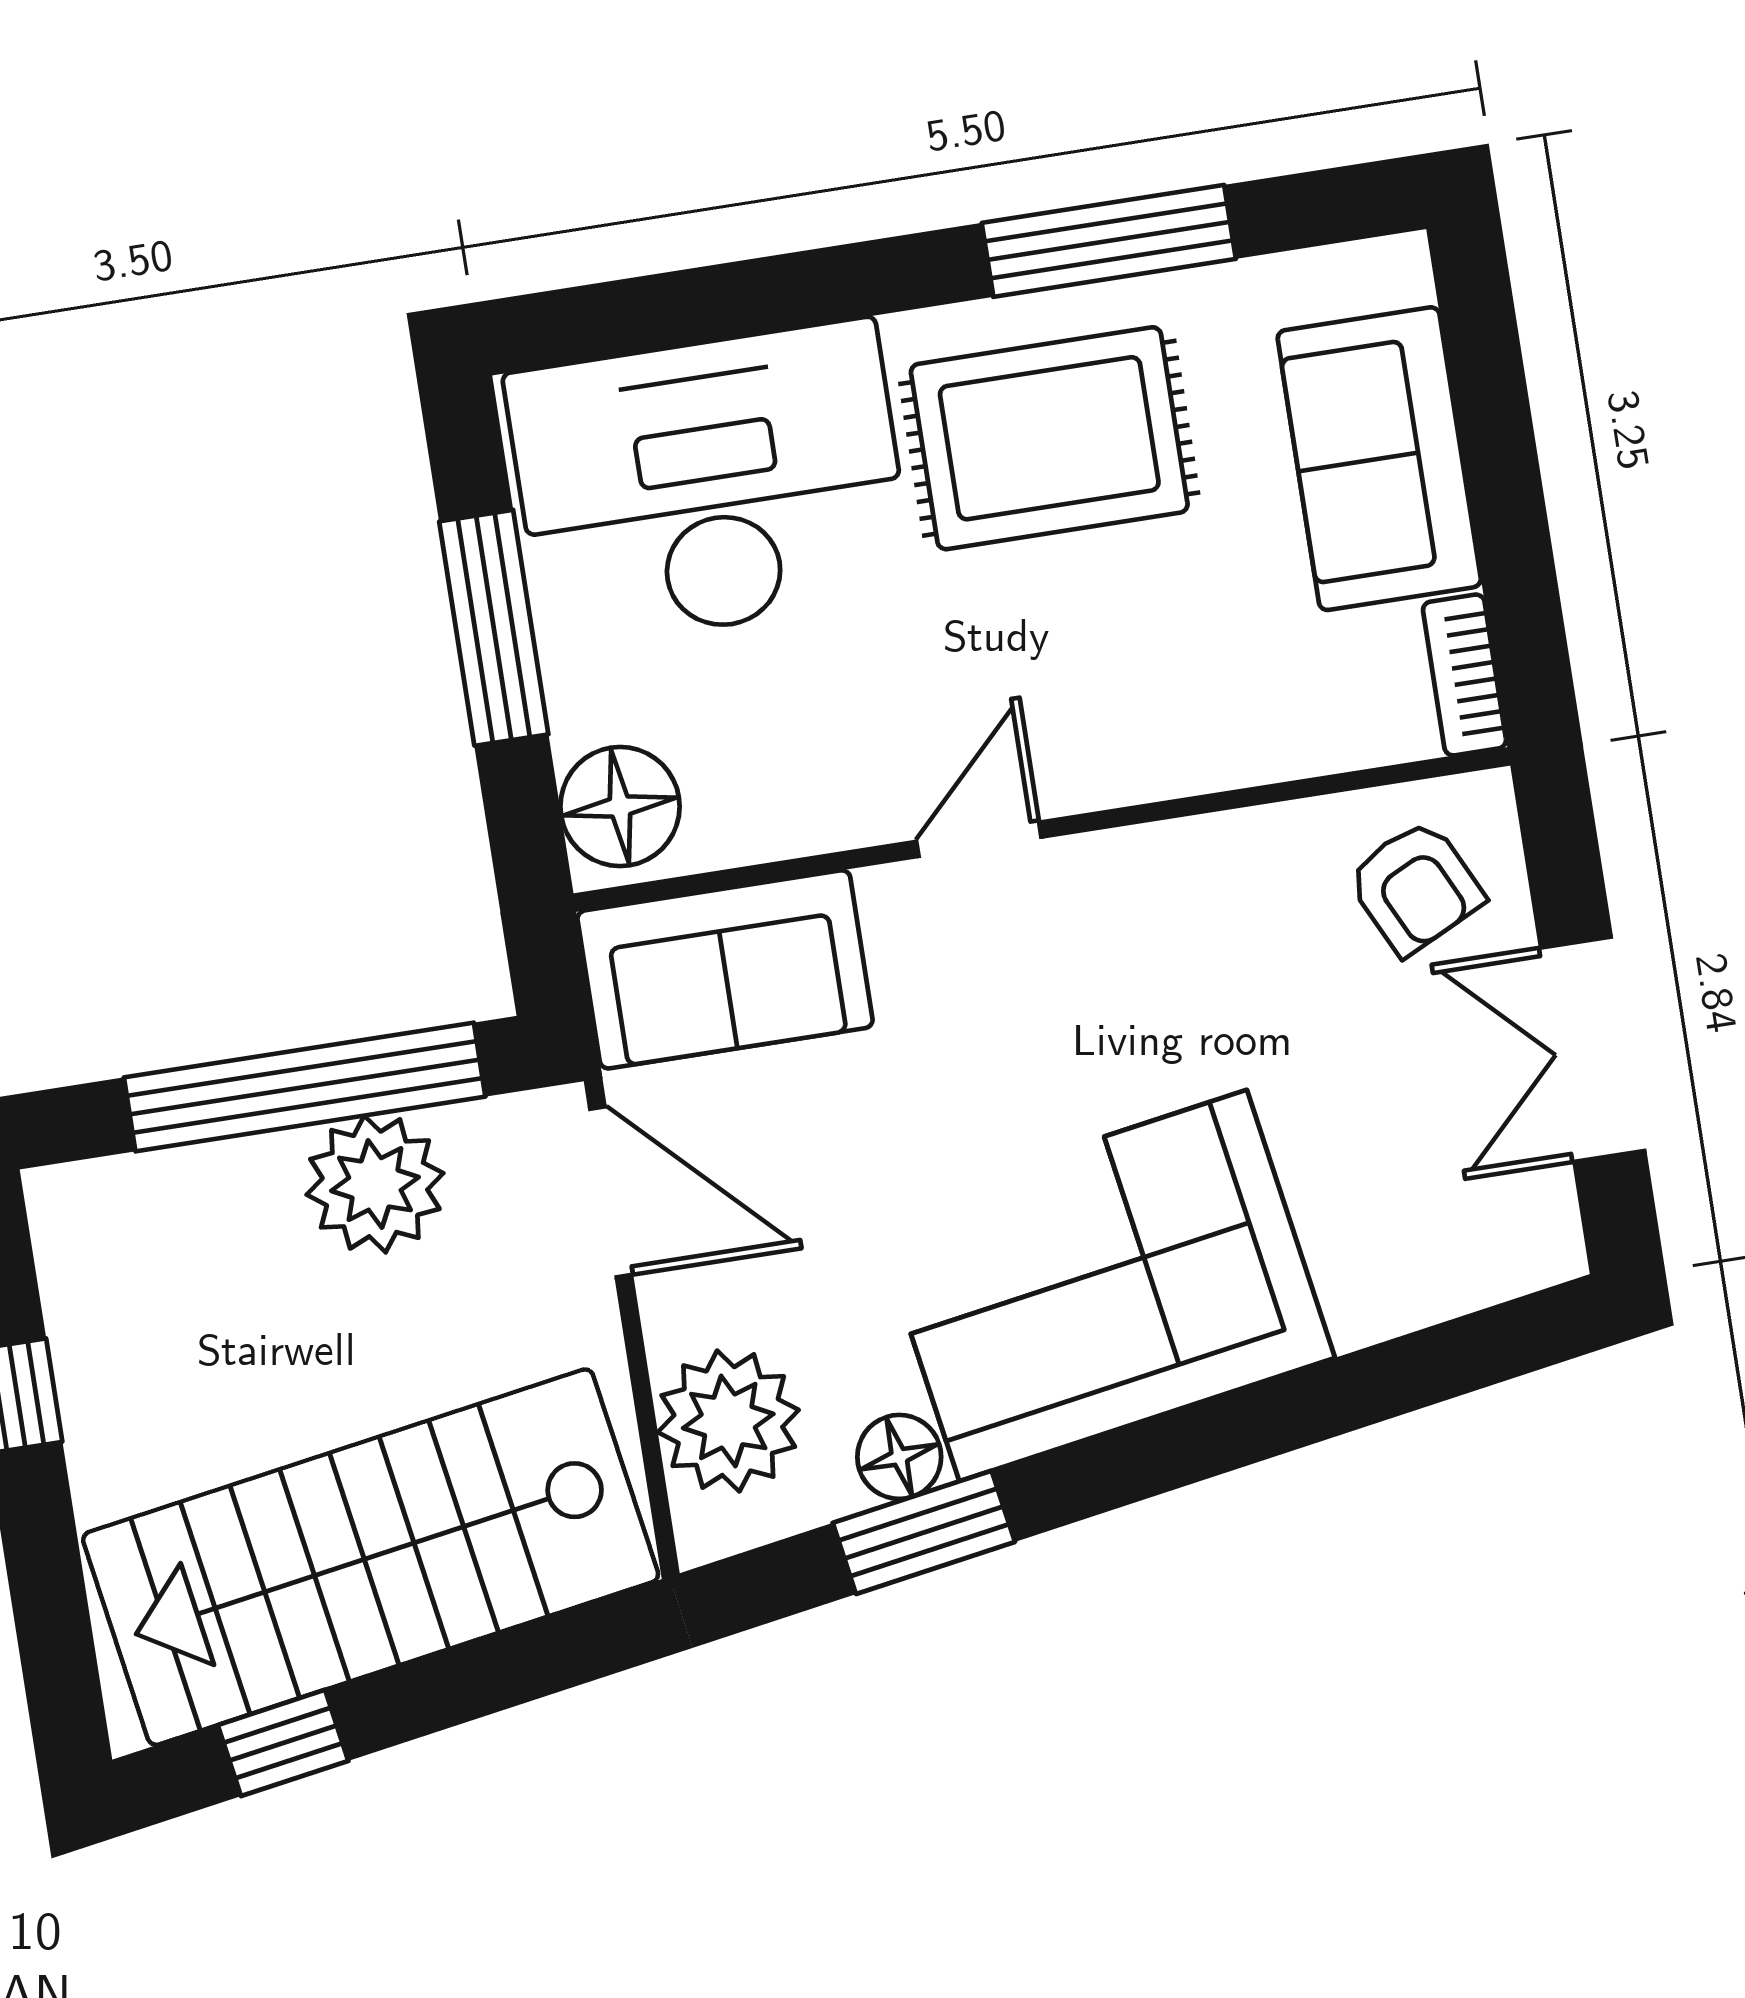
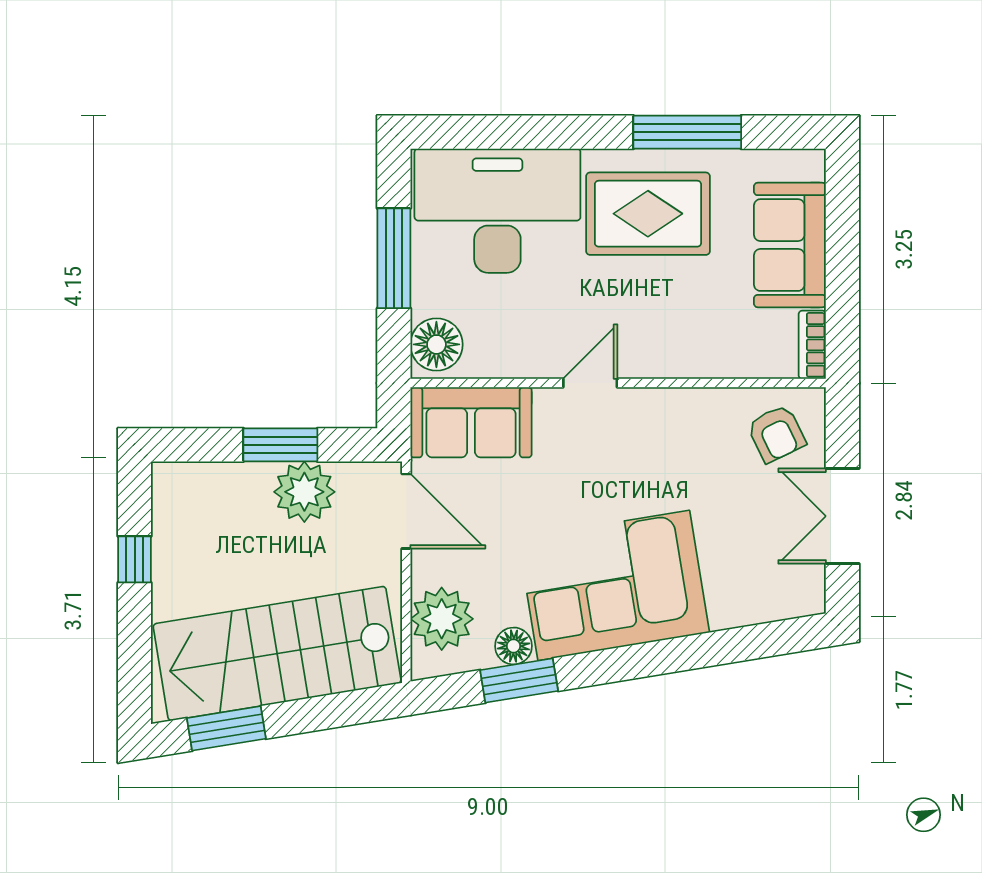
window: (305, 1087) -> (280, 445), width x0.47
window: (283, 1743) -> (226, 728), width x1.50

